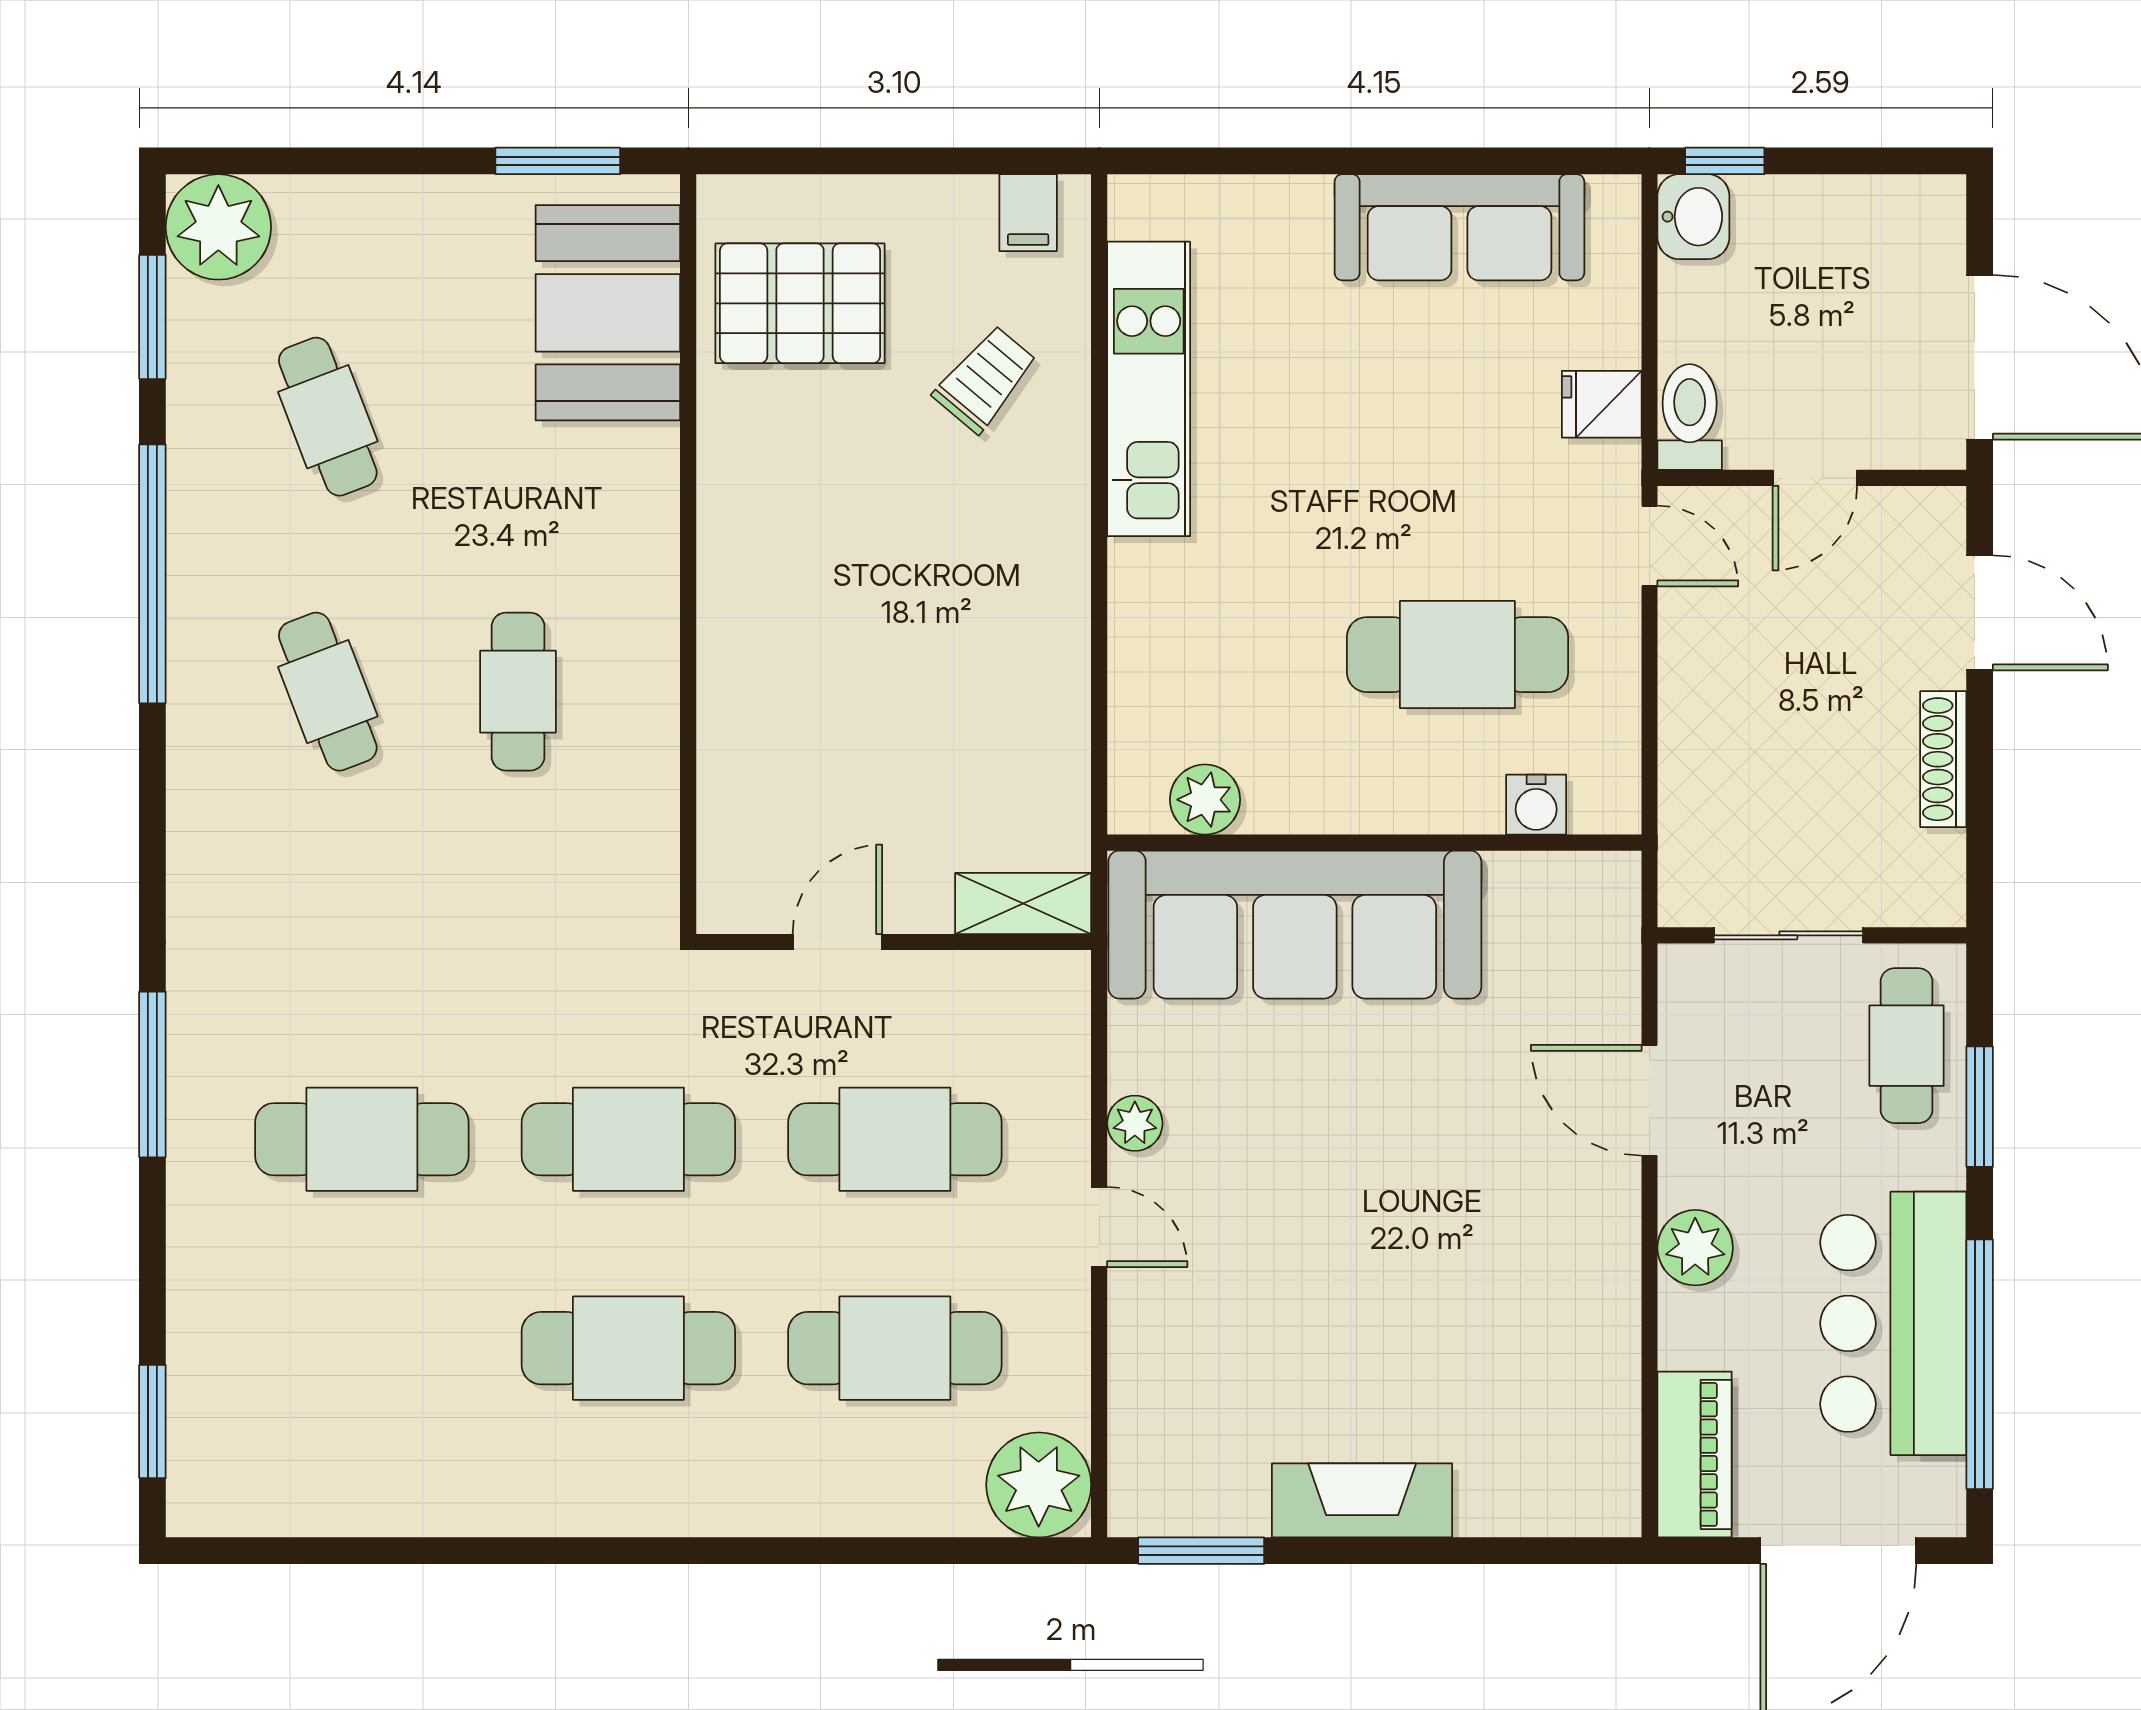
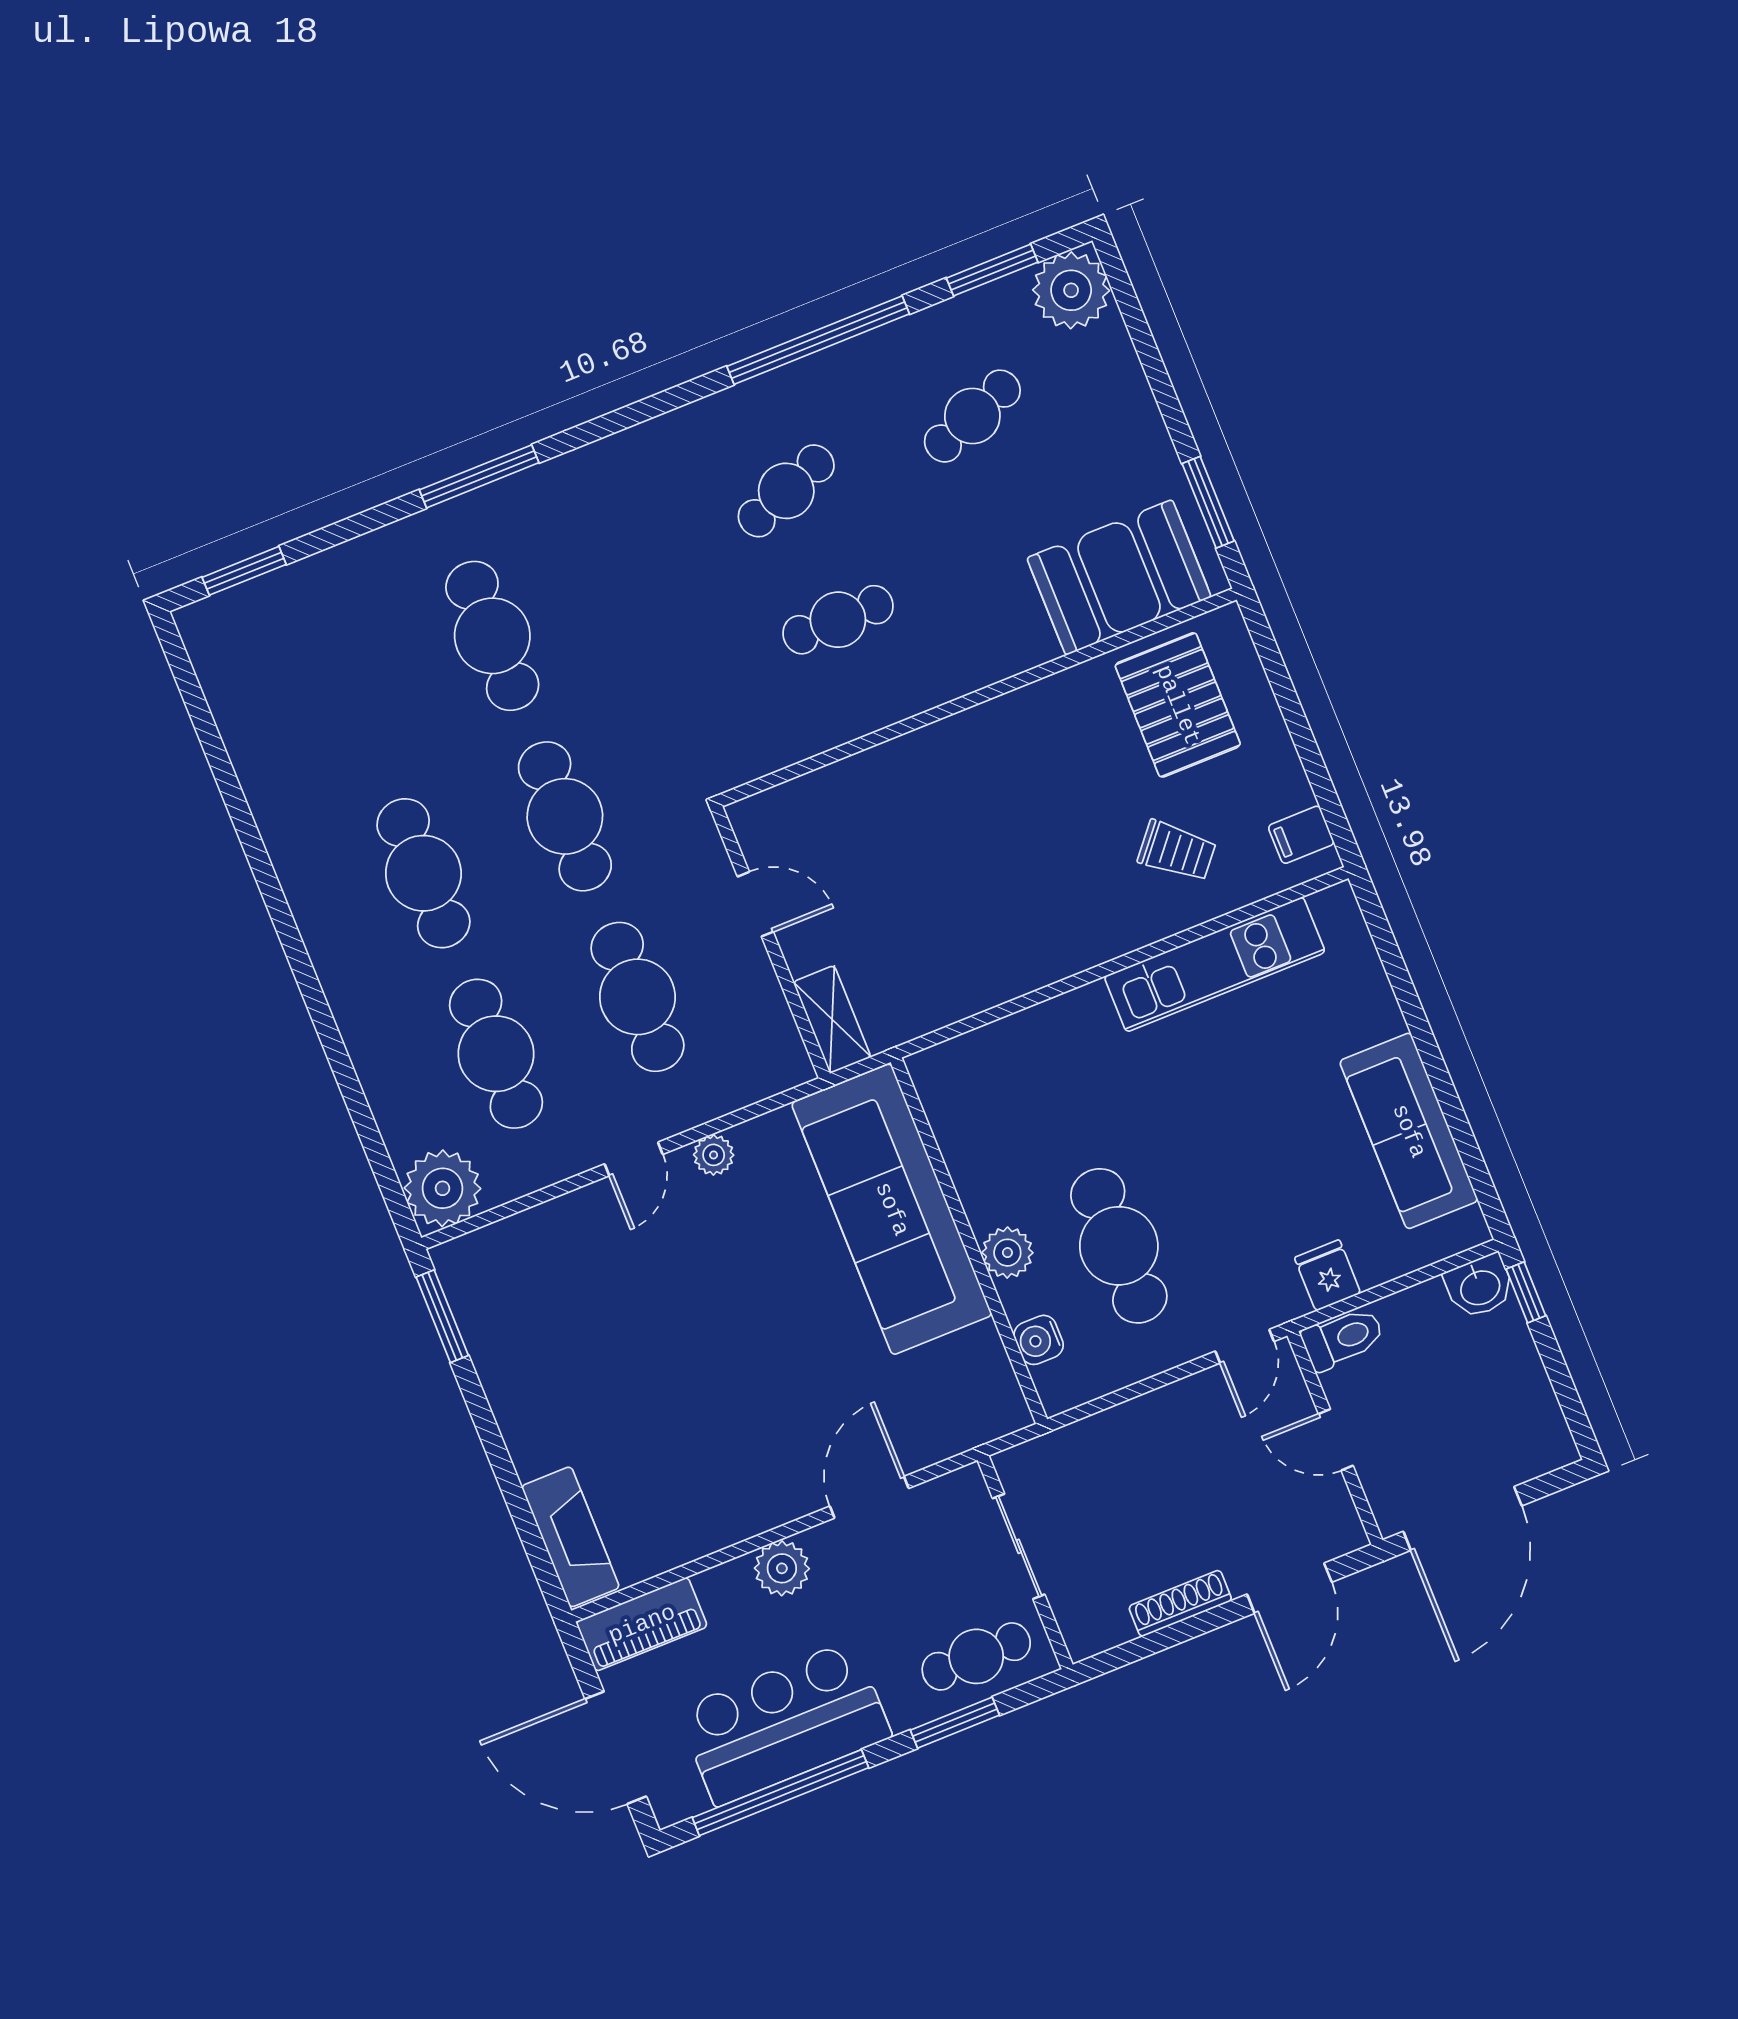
plant: (1205, 800) -> (1007, 1253), moved
fireplace: (1362, 1500) -> (570, 1537), moved

